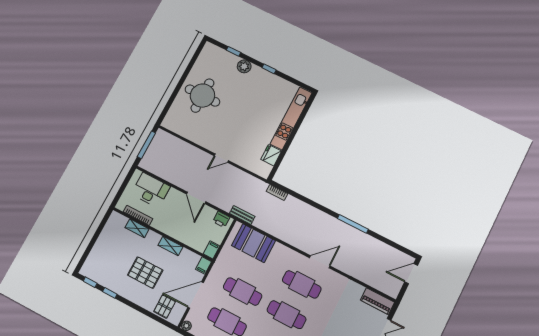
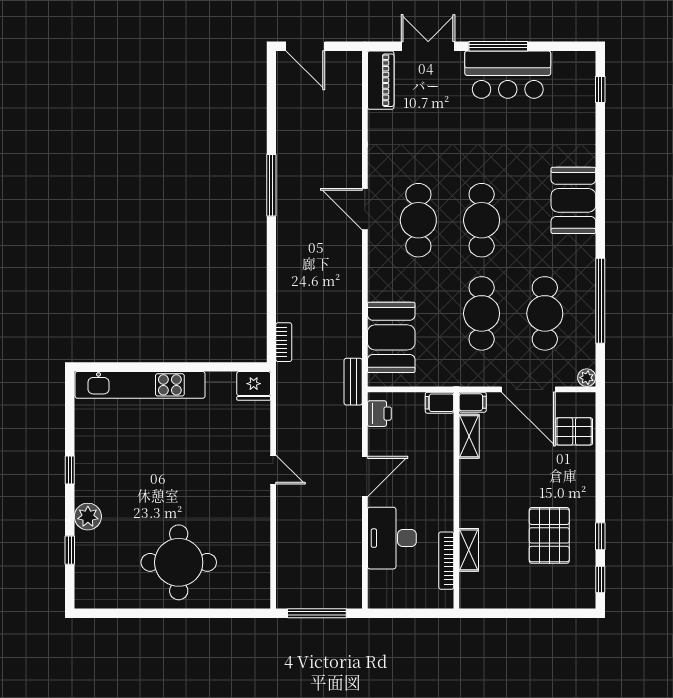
fridge: (271, 155) -> (254, 386), moved
desk: (151, 190) -> (392, 538), moved
shelving: (170, 246) -> (469, 436), moved
pallet: (145, 273) -> (549, 535), moved

